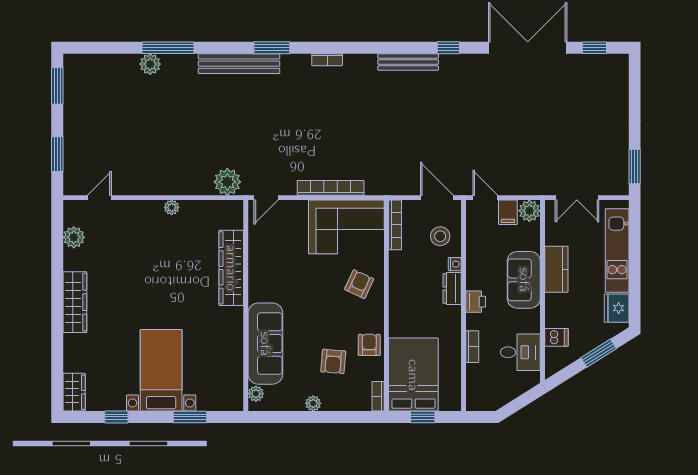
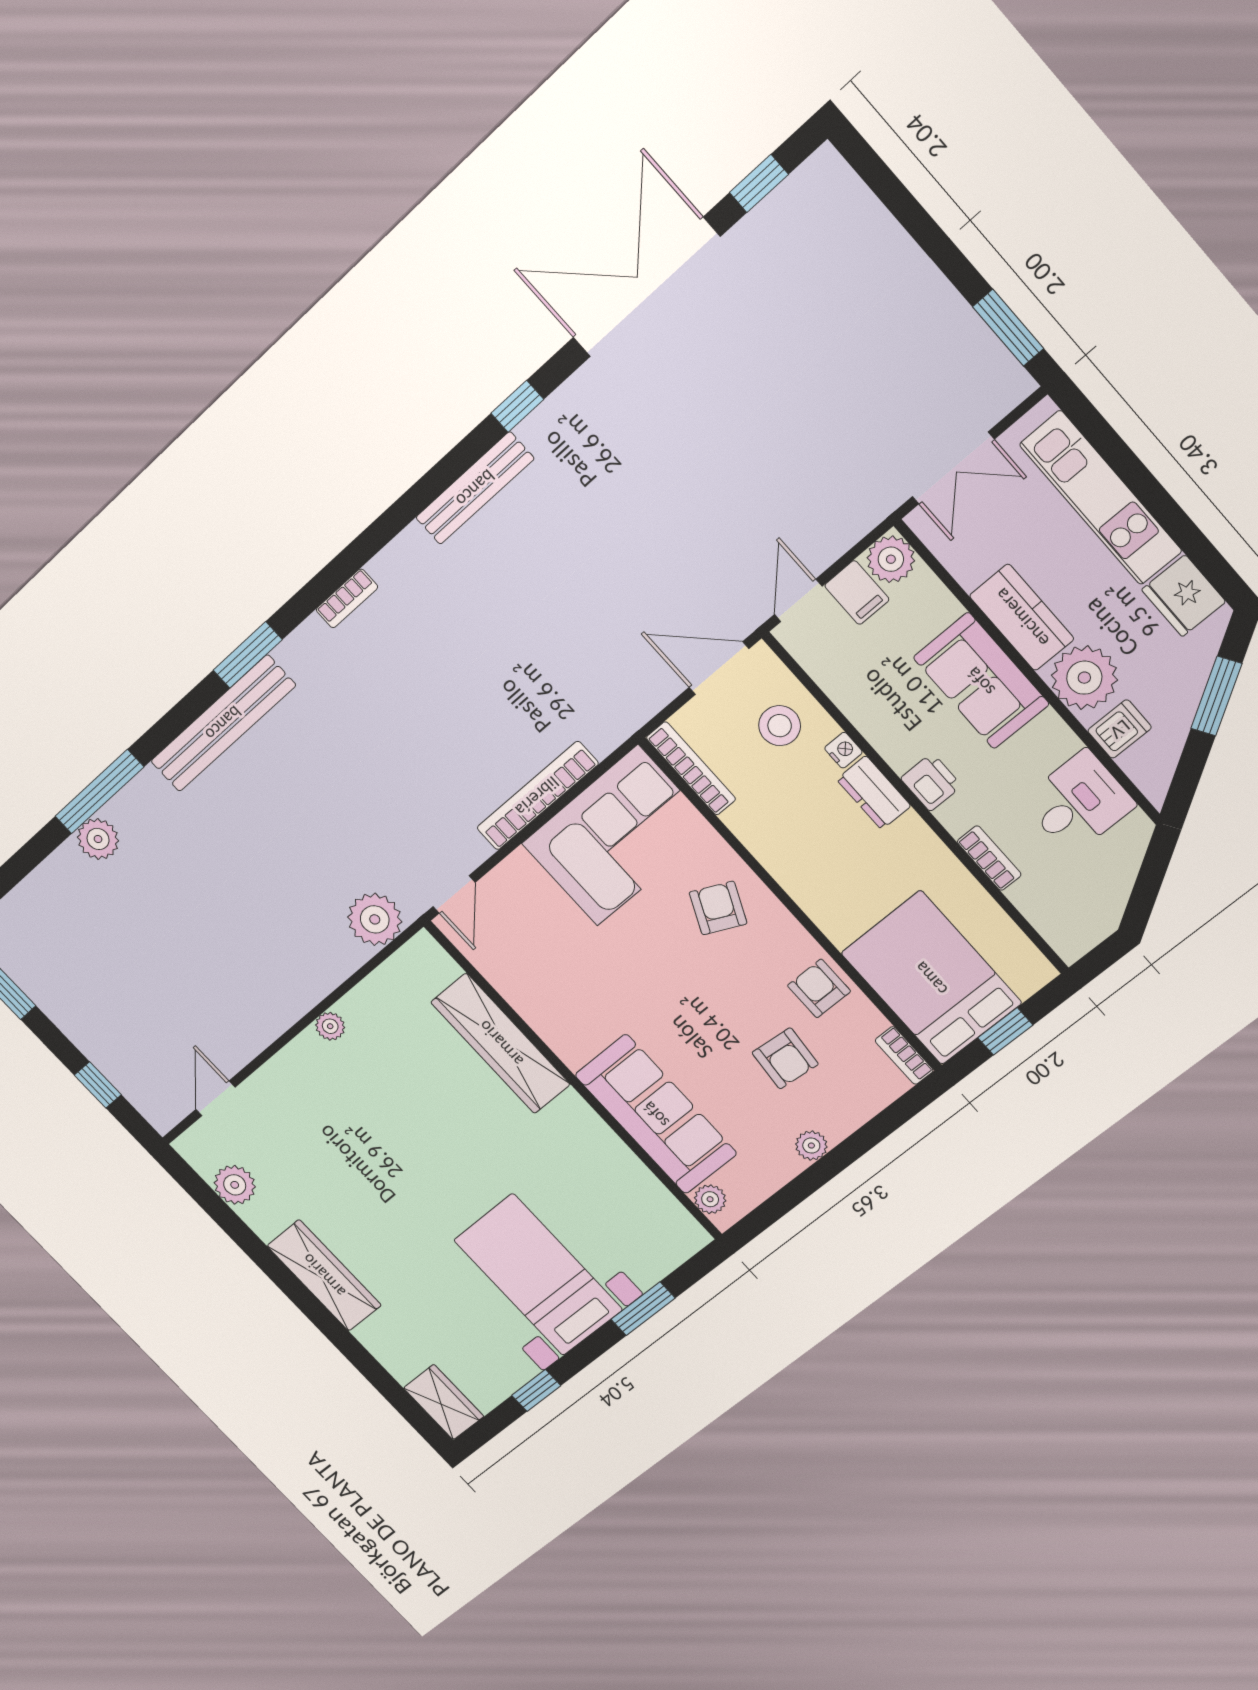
window: (57, 154) -> (98, 1085), width x0.67
door: (485, 198) -> (798, 600), hinge flipped
plant: (560, 309) -> (1084, 678), added

